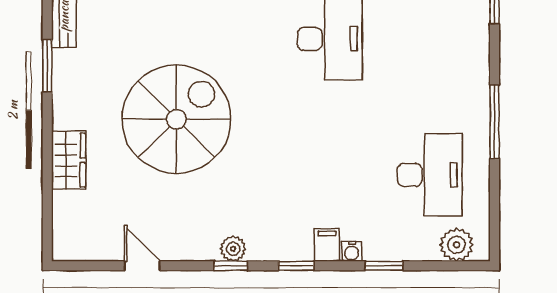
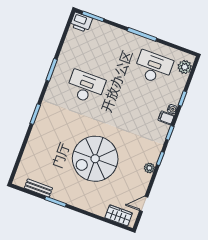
spiral stairs: (176, 119) -> (95, 159), turned -90
wardrobe: (69, 160) -> (119, 215), moved
plant: (233, 249) -> (149, 168), moved
door: (142, 266) -> (144, 204), moved

